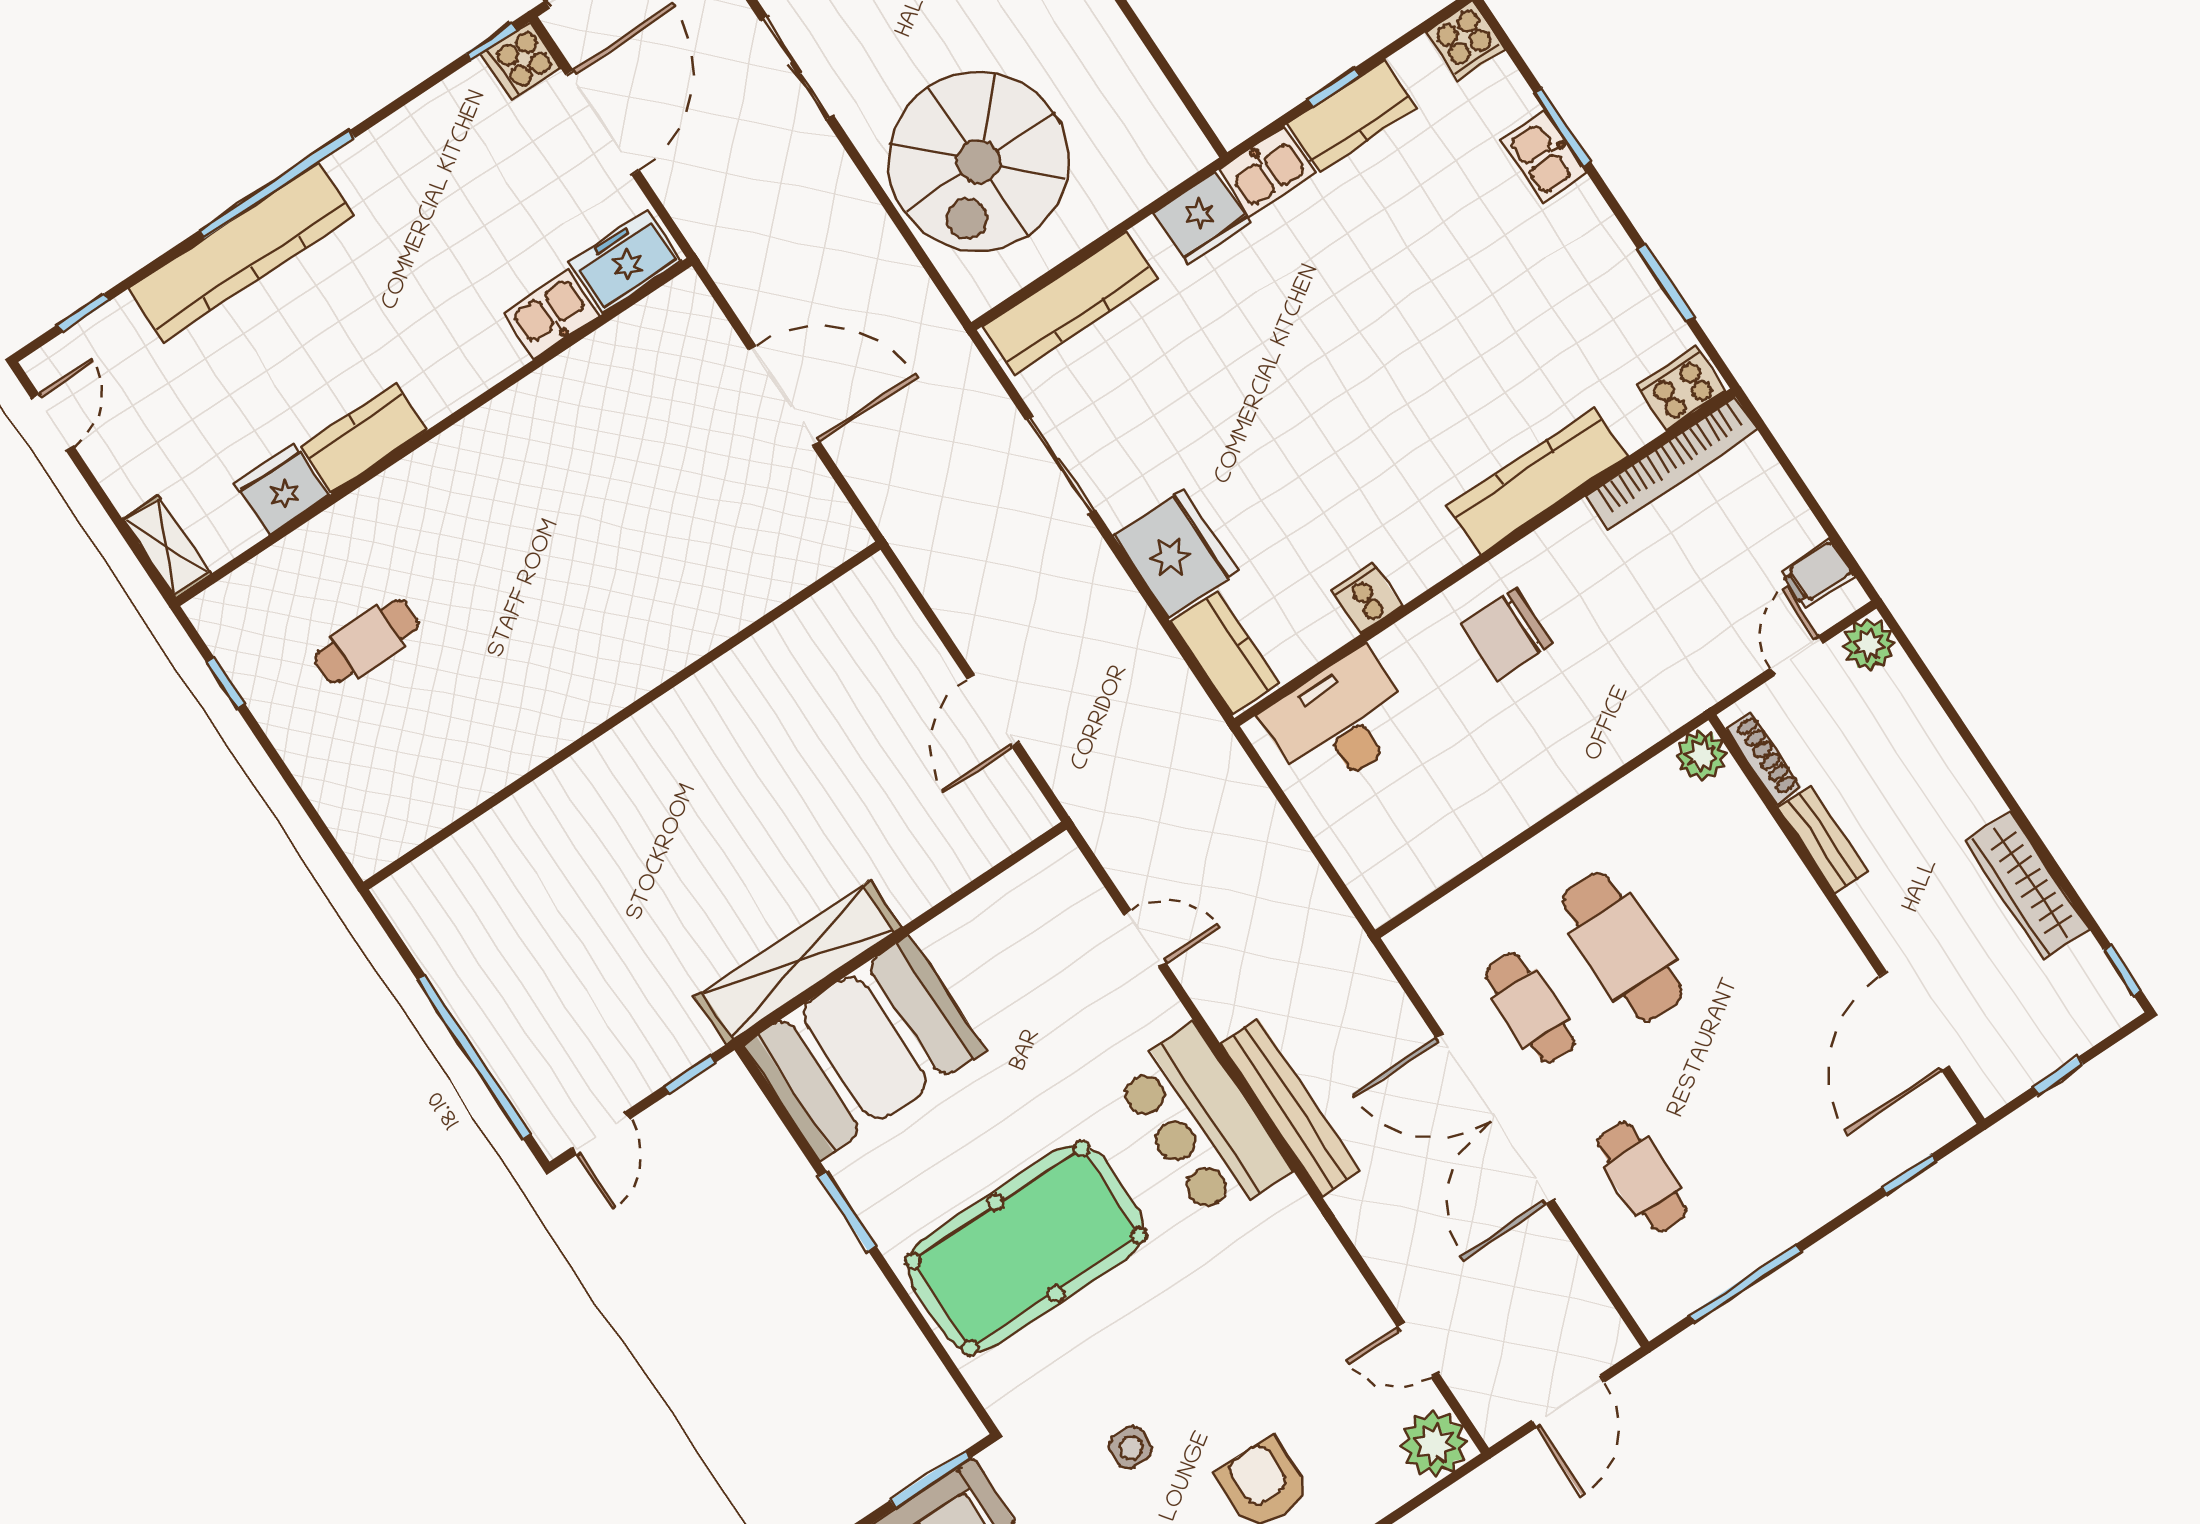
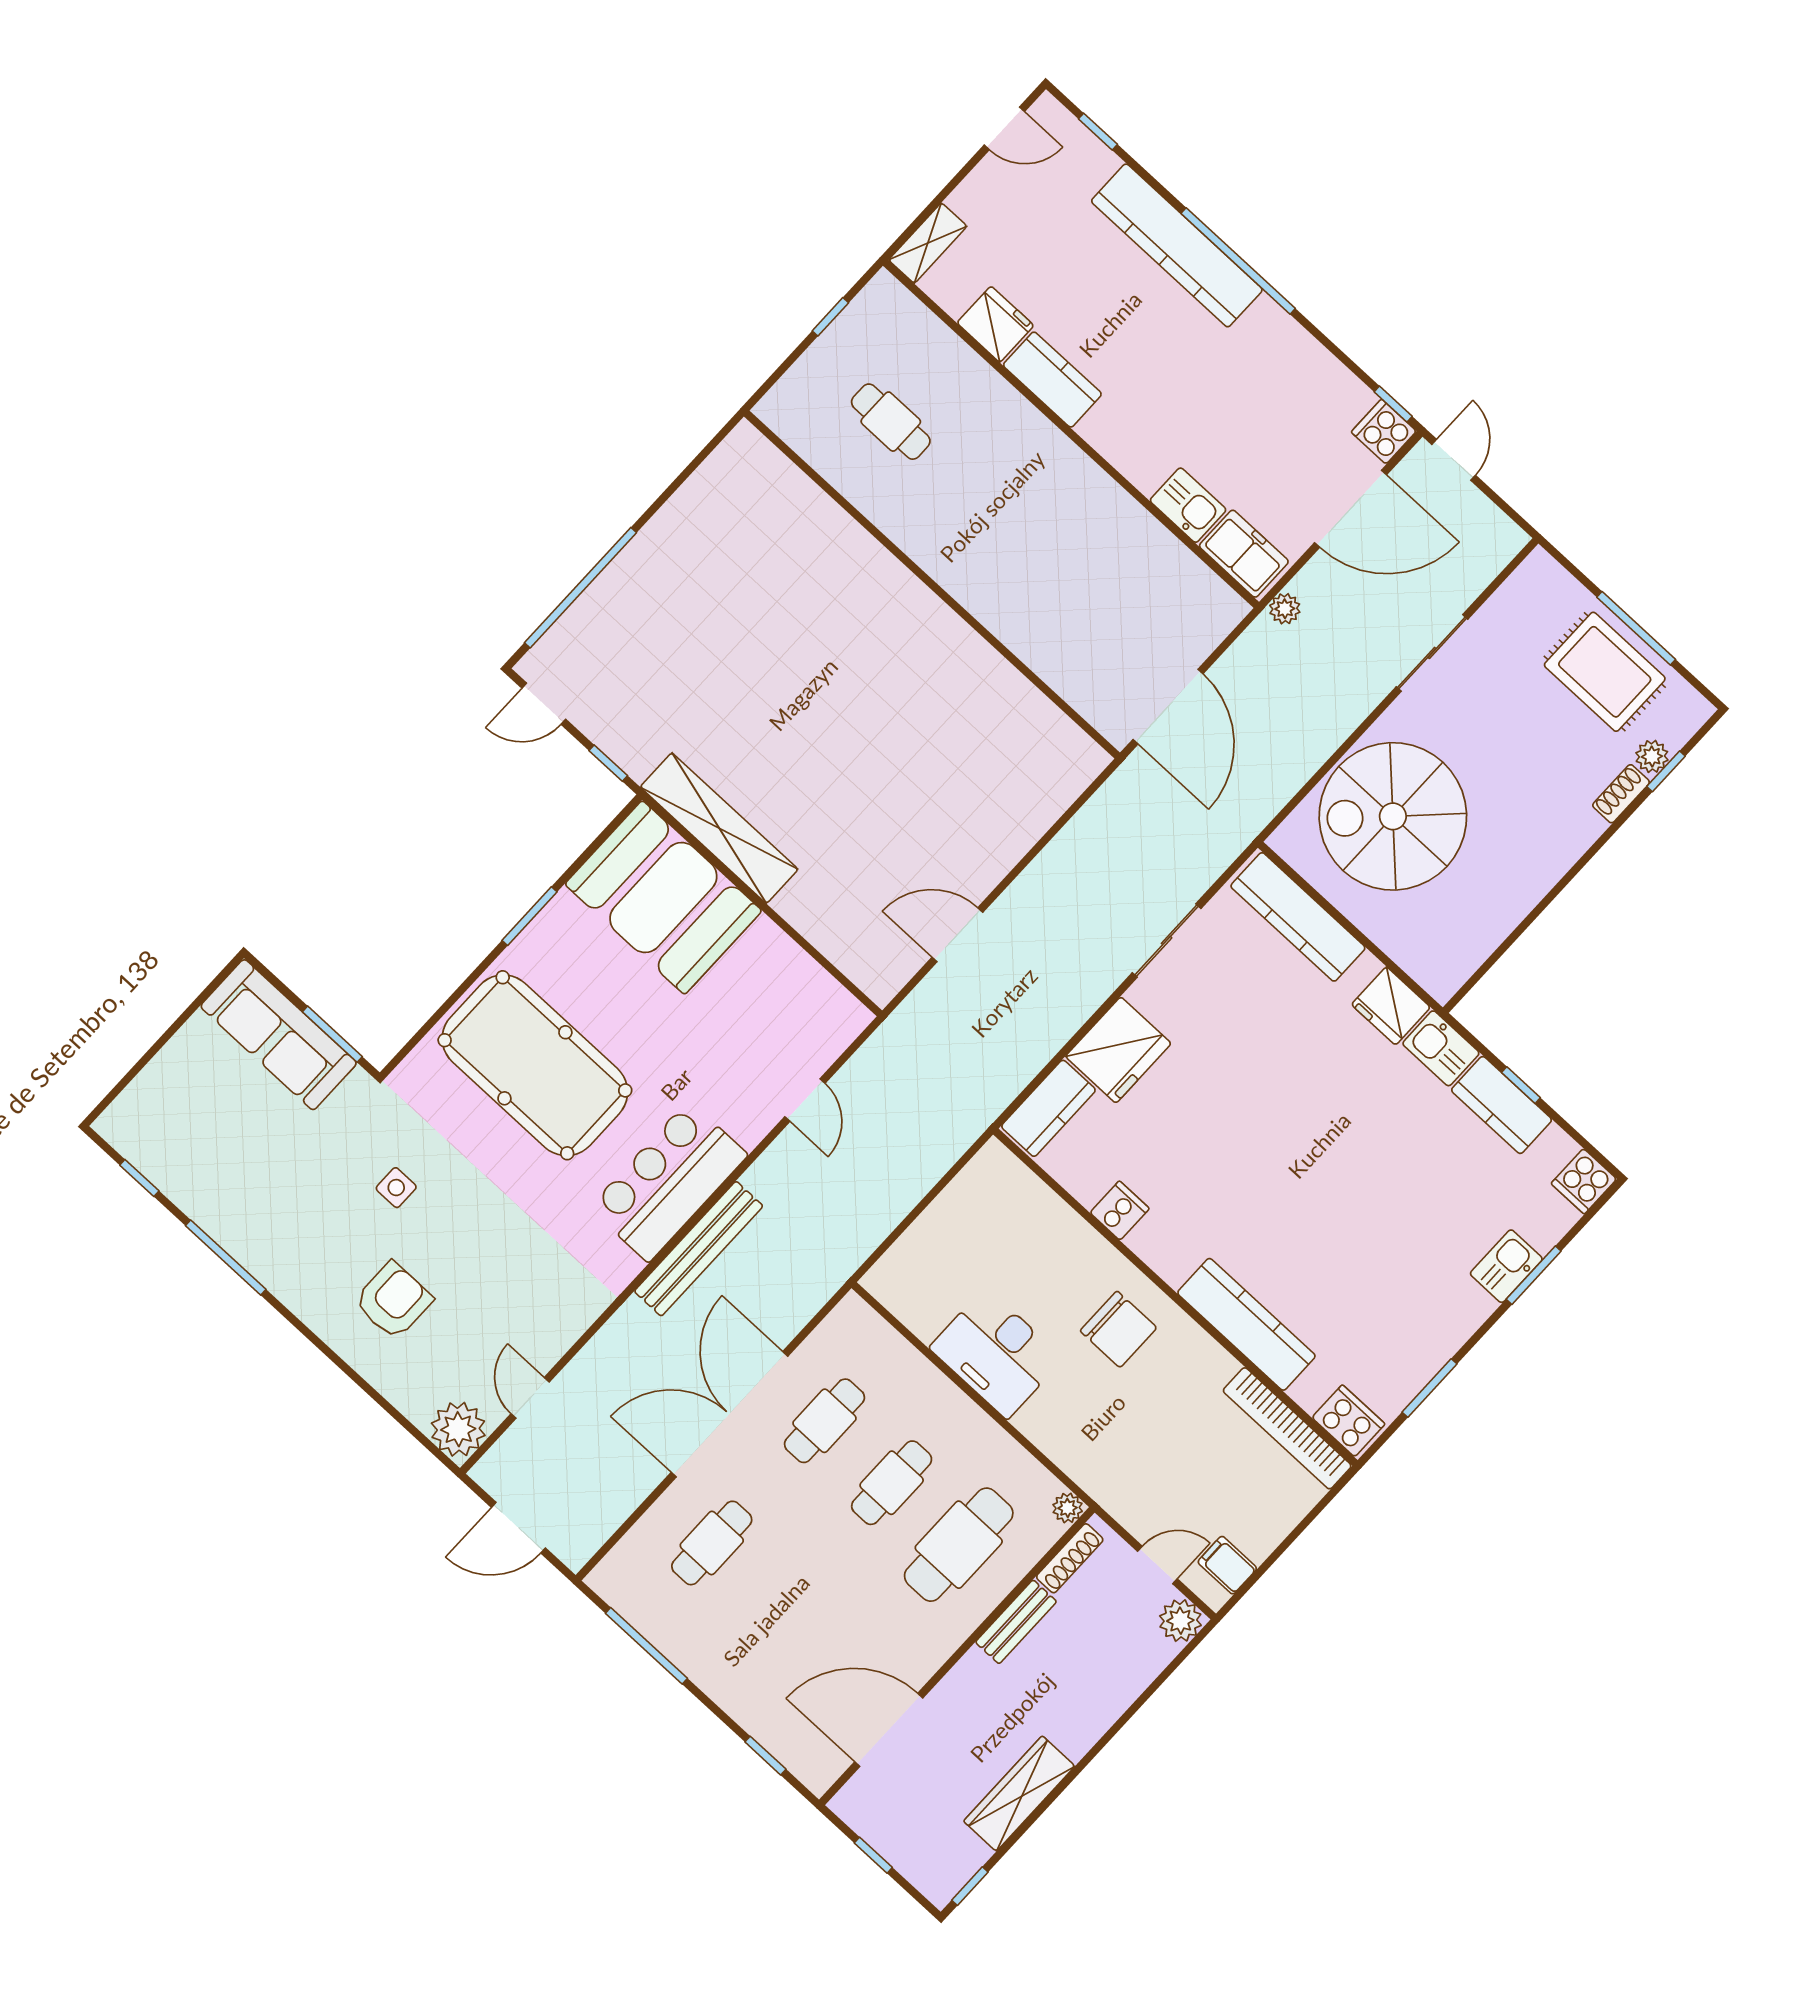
plant: (702, 229) -> (1285, 609), added
chair: (1507, 634) -> (1118, 1329), turned 180
wall: (622, 716) -> (932, 585), moved
desk: (1339, 722) -> (996, 1353), moved, turned 180
plant: (1701, 755) -> (1068, 1508), width x0.73, depth x0.73
cafe table: (1715, 885) -> (959, 1545), added
cafe table: (1623, 947) -> (892, 1483), width x0.73, depth x0.74

